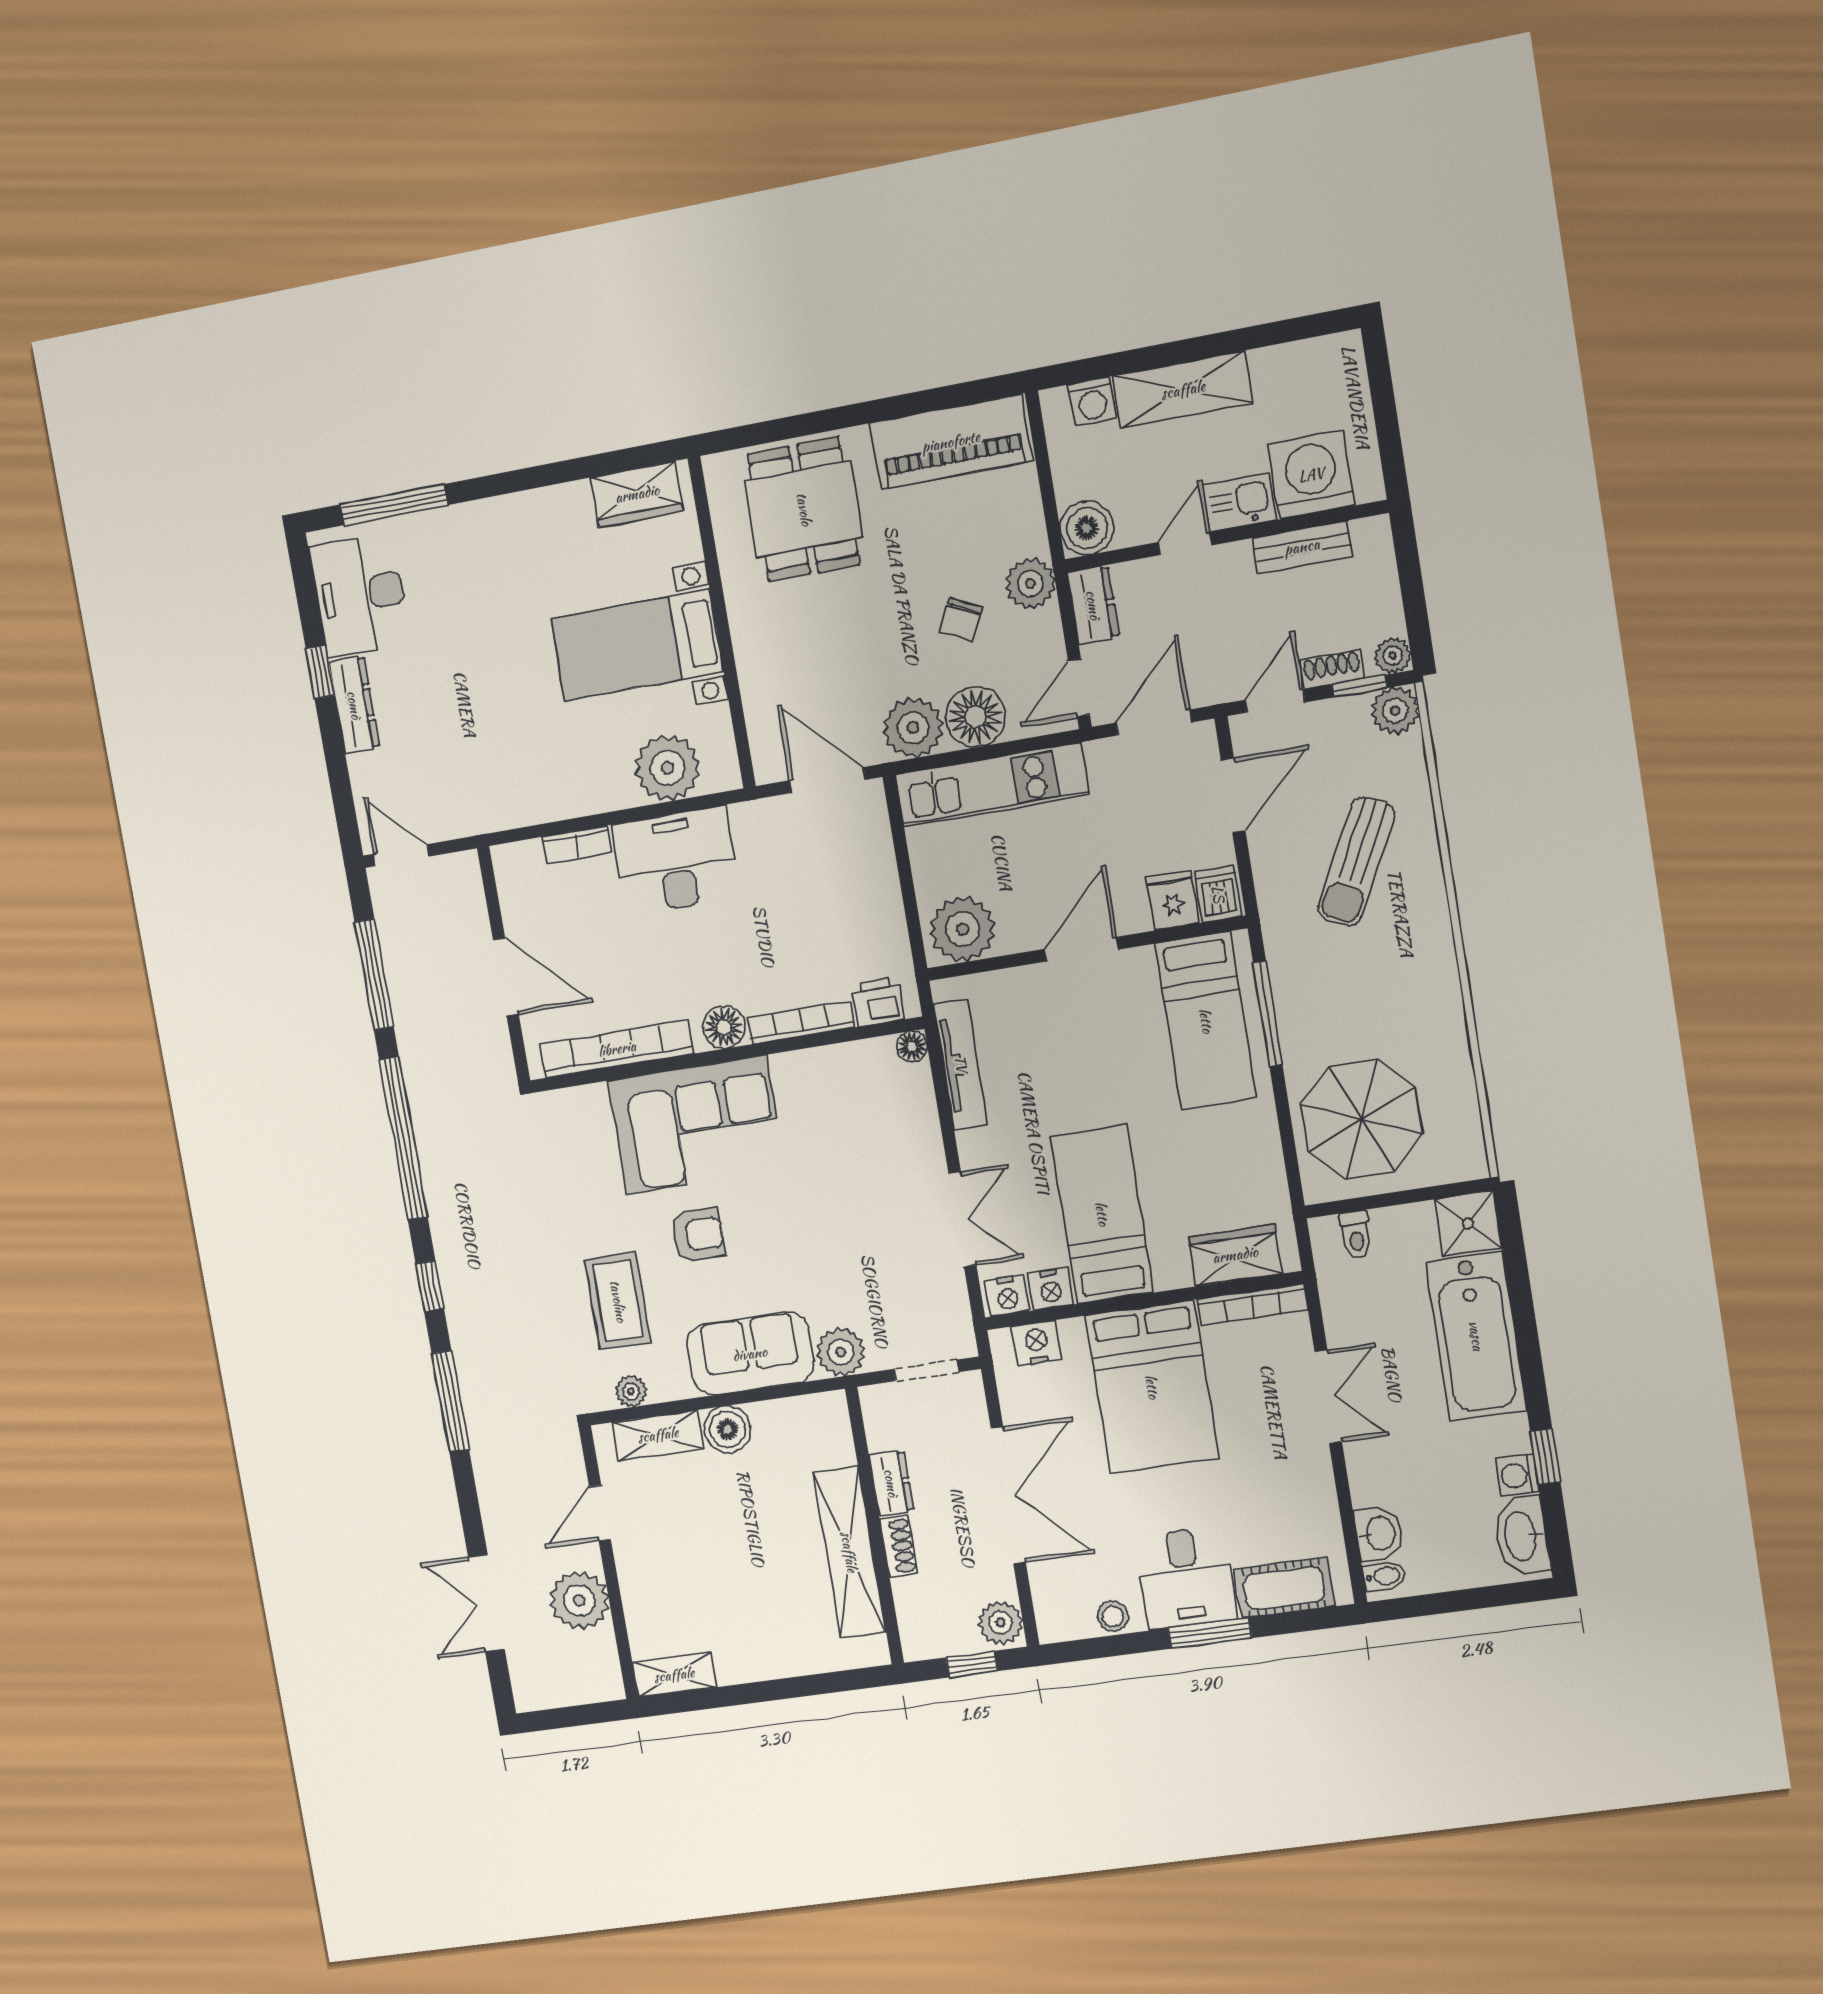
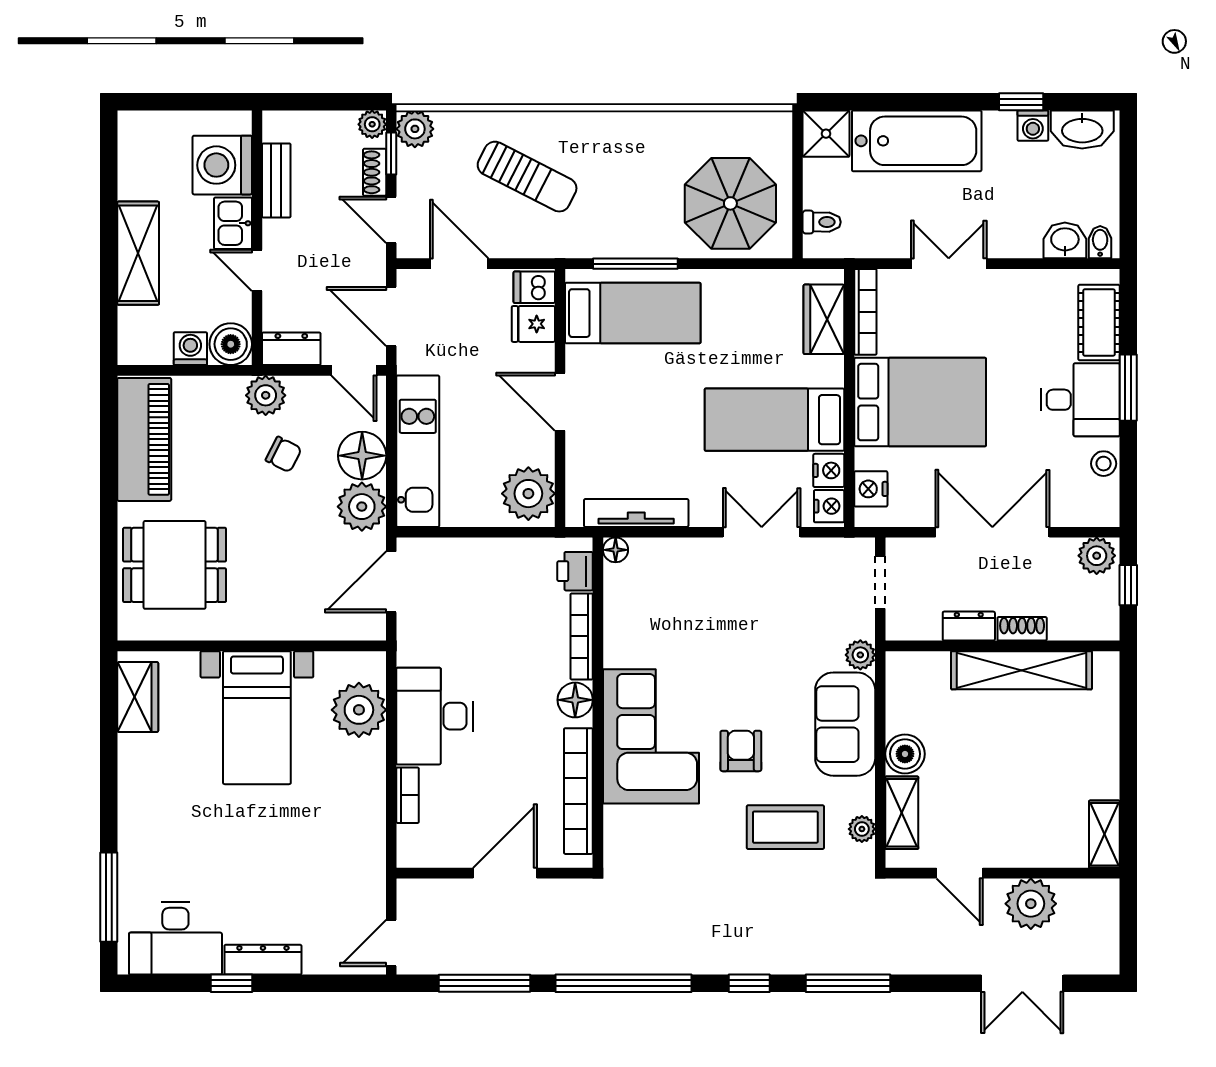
washing machine: (1092, 402) -> (190, 349), moved, turned -90
plant: (841, 1352) -> (860, 655), width x0.73, depth x0.73

